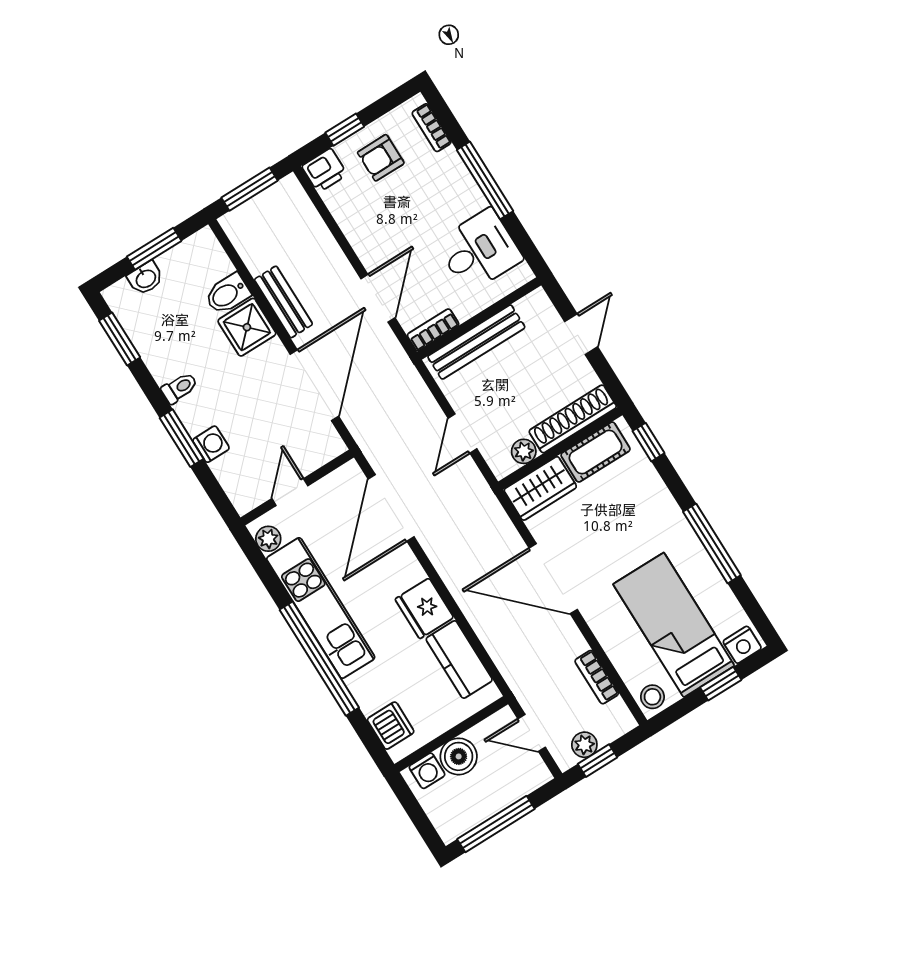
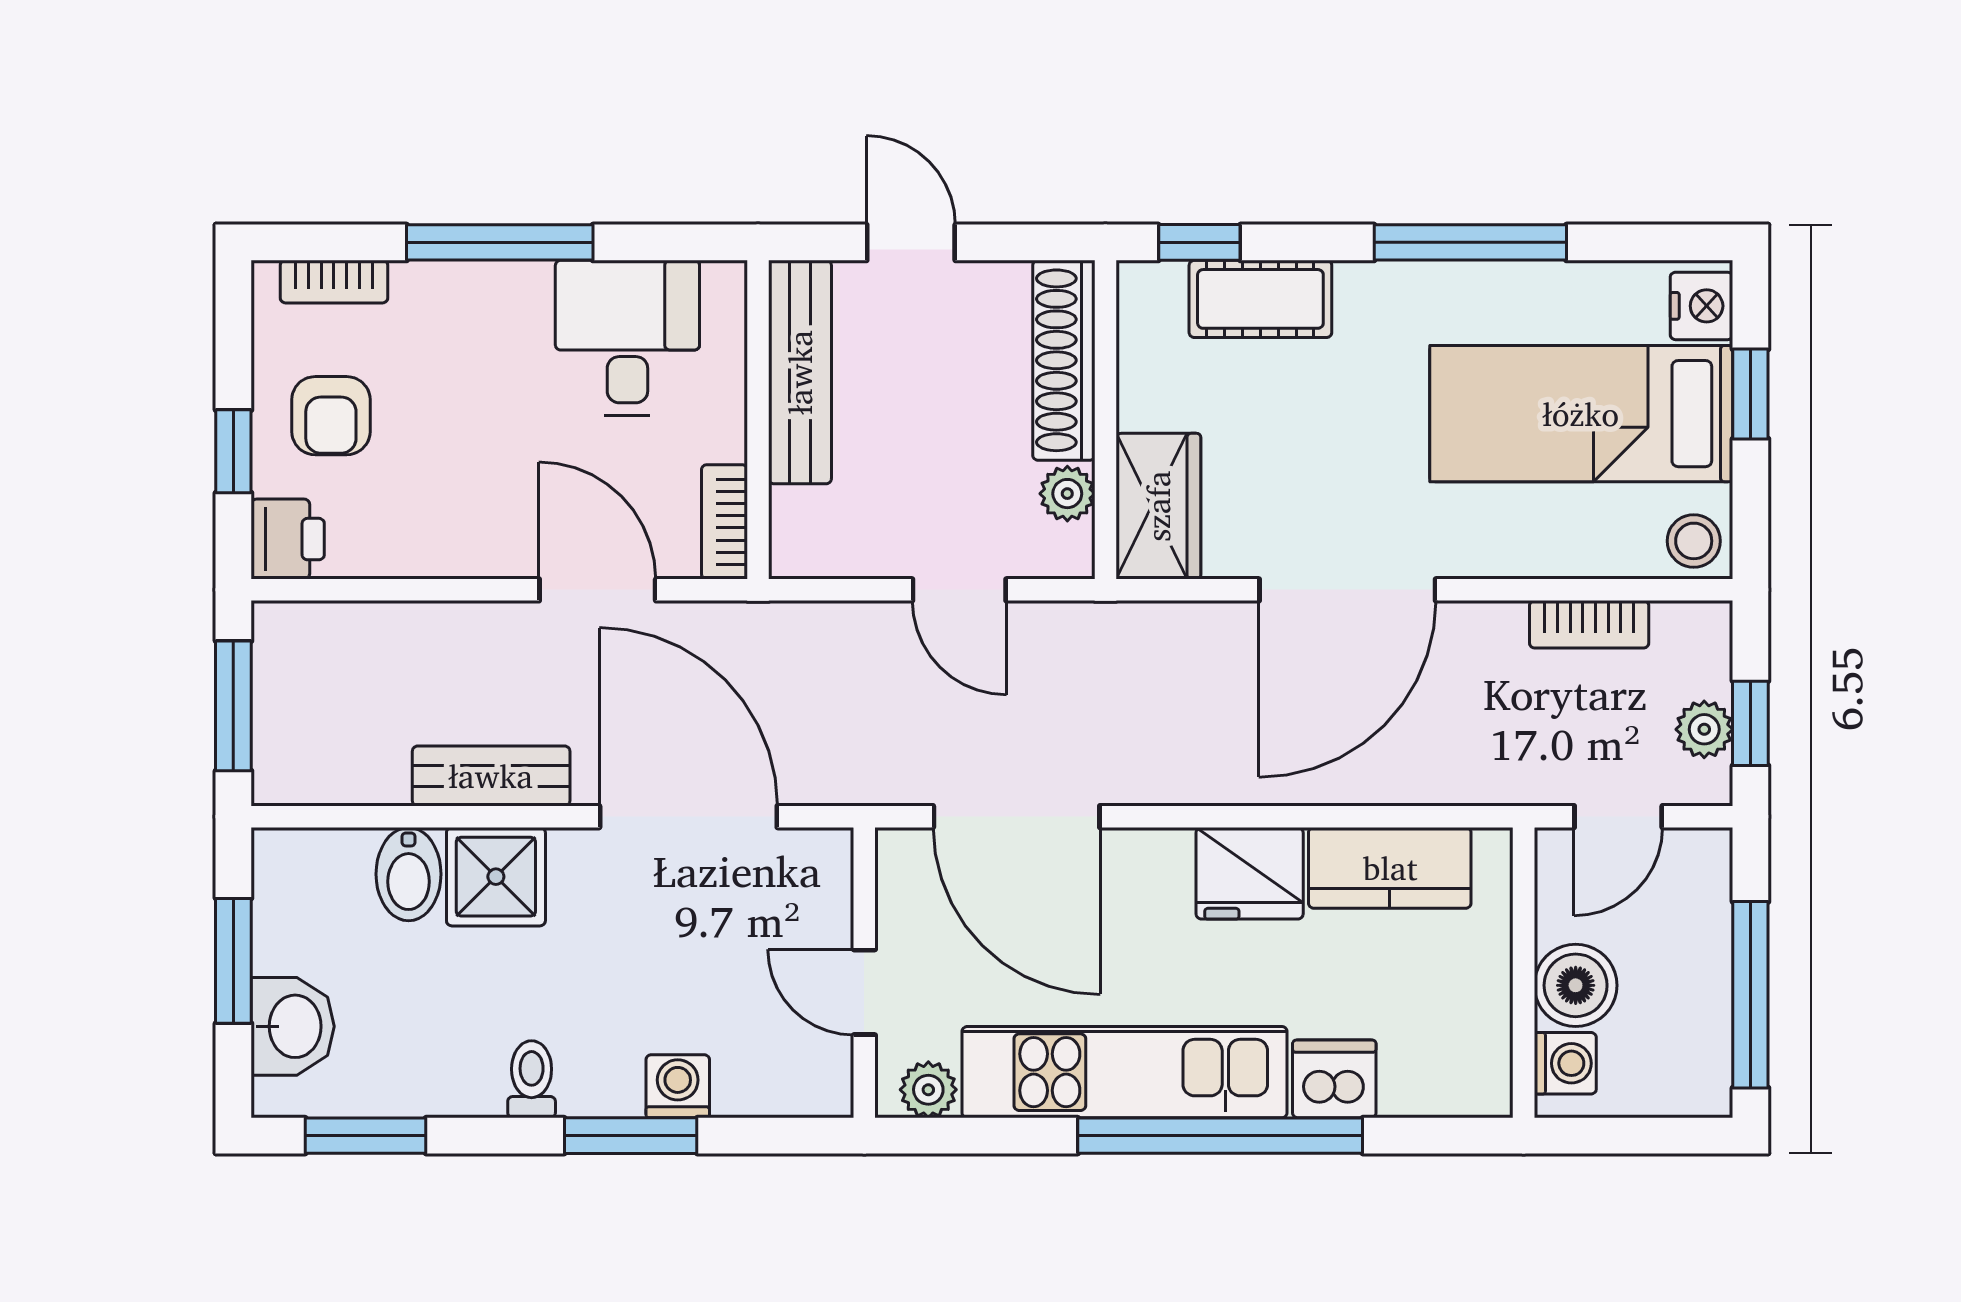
washbasin: (146, 278) -> (293, 1026), width x1.38, depth x1.45
bench: (476, 342) -> (800, 372), moved
cot: (596, 452) -> (1260, 299), moved, turned 90
dishwasher: (391, 726) -> (1334, 1079), moved

